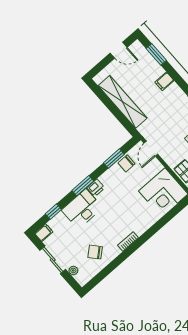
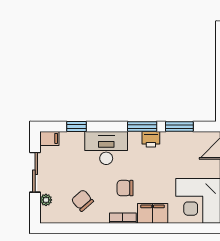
chair: (127, 163) -> (125, 188), moved
window: (83, 186) -> (142, 126), moved
printer: (96, 188) -> (151, 139), moved
filing cabinet: (143, 223) -> (153, 213), added

